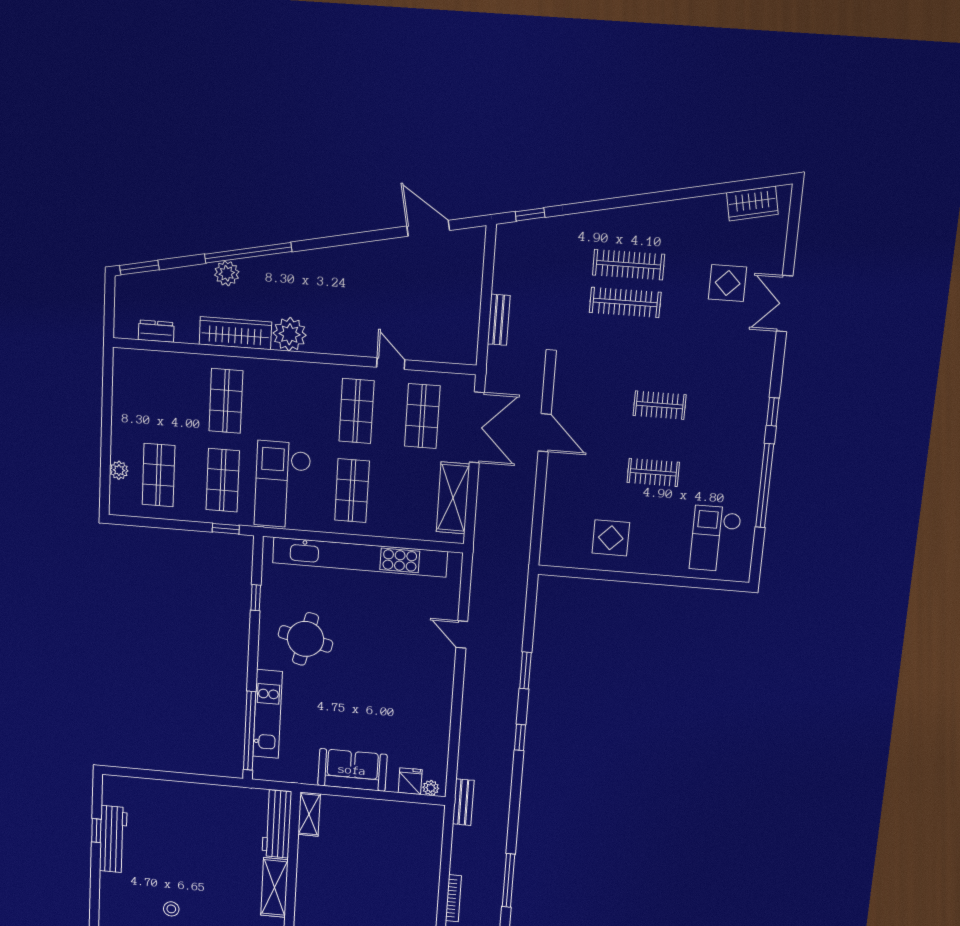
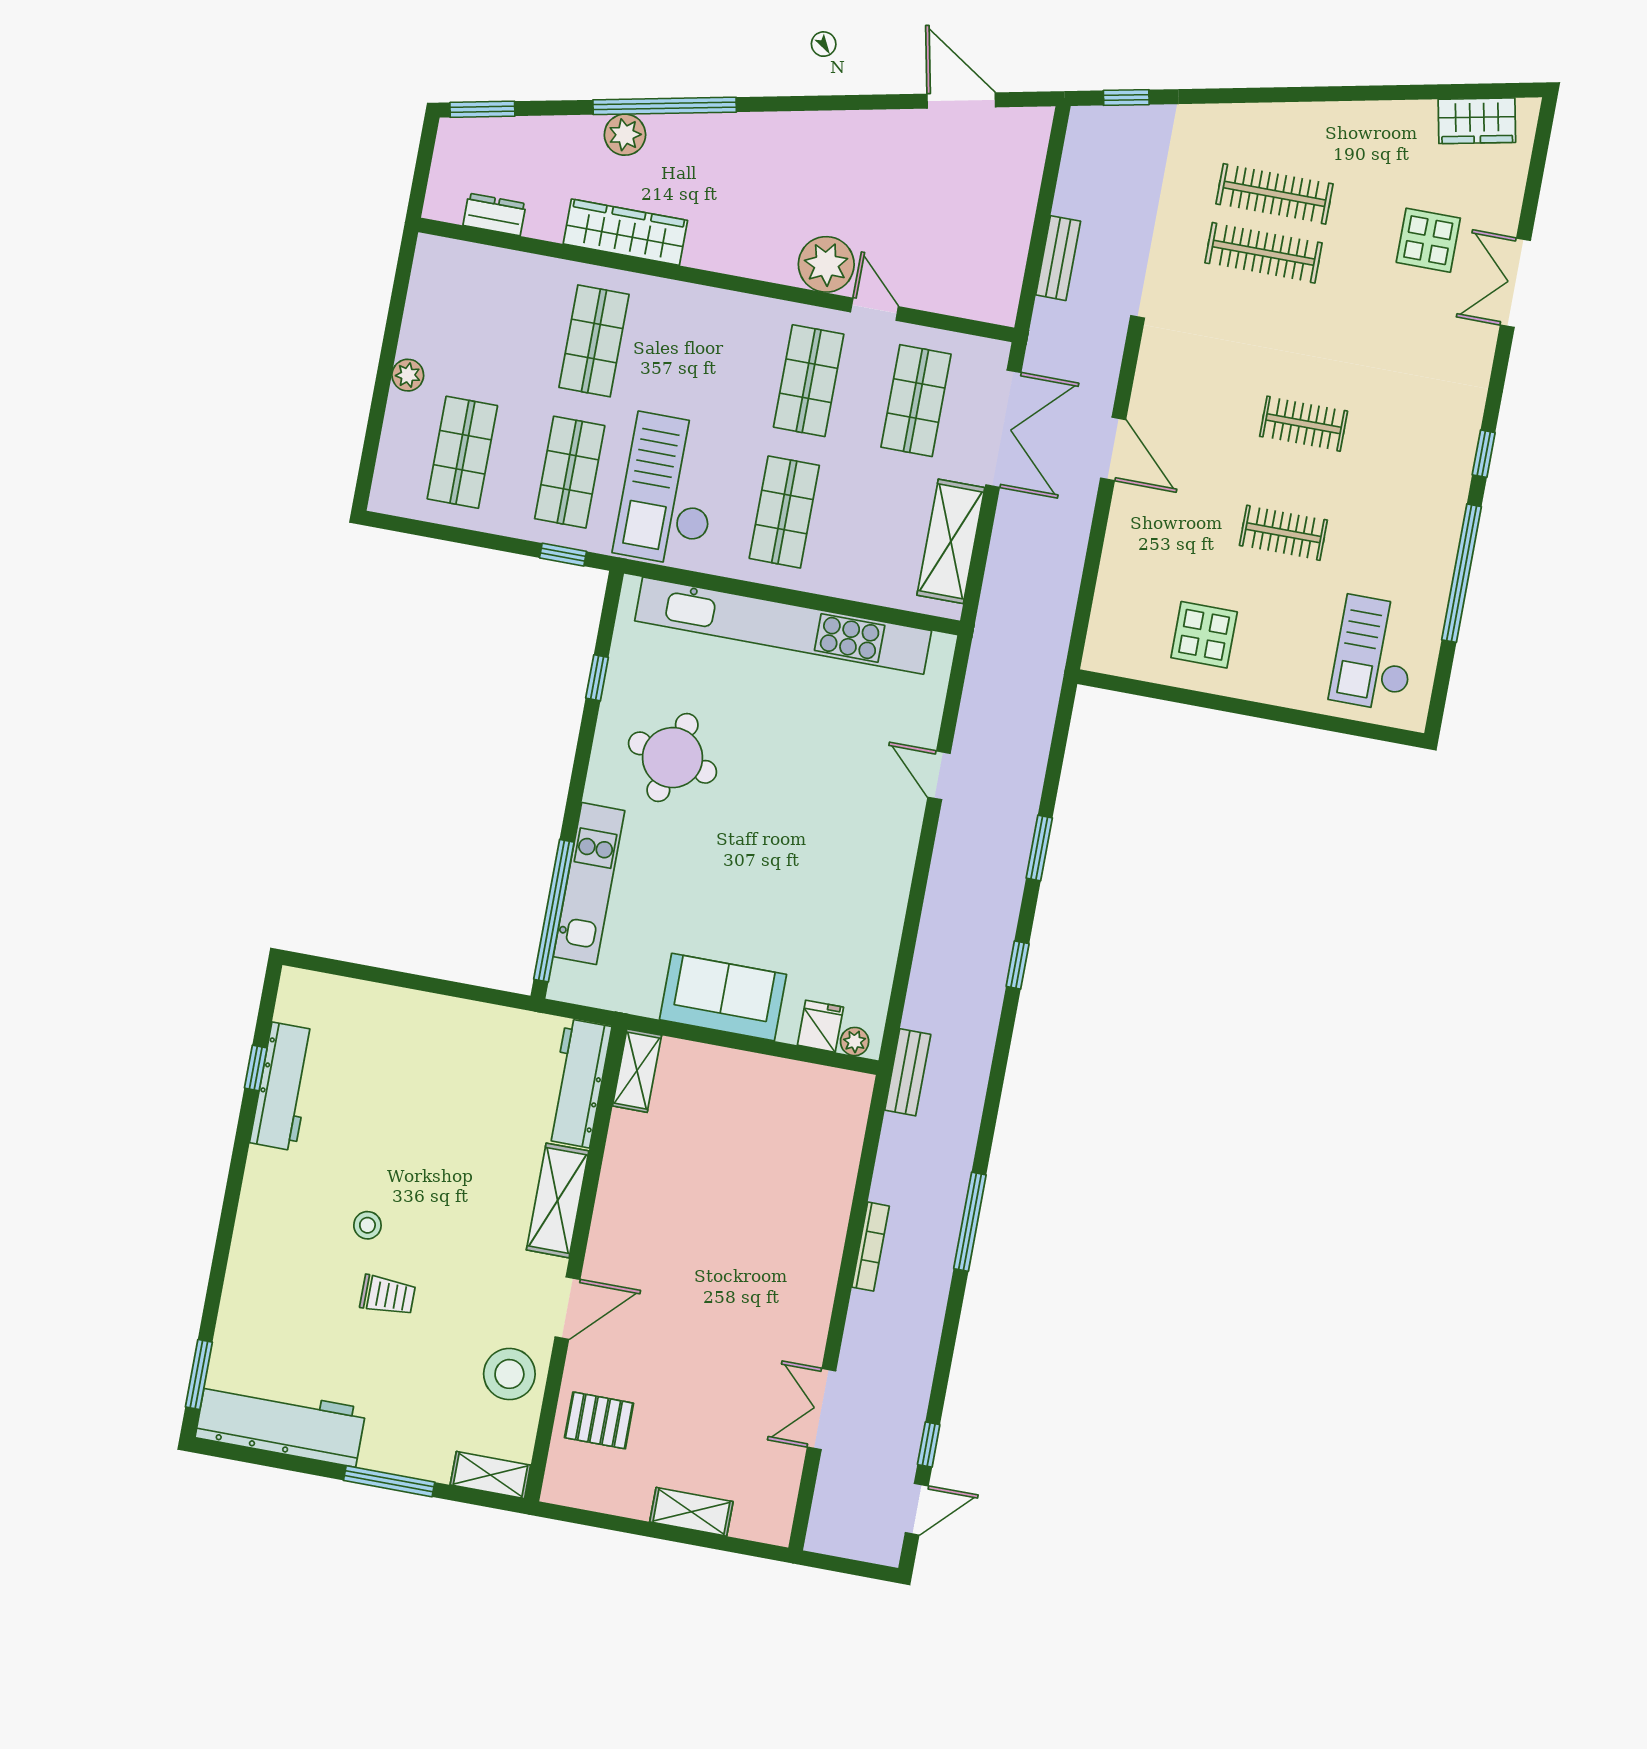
plant: (290, 334) -> (826, 264), moved
plant: (119, 470) -> (408, 375), moved

